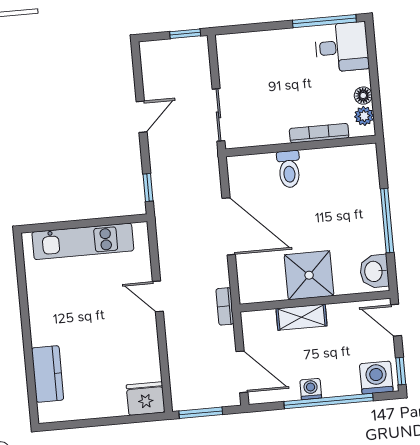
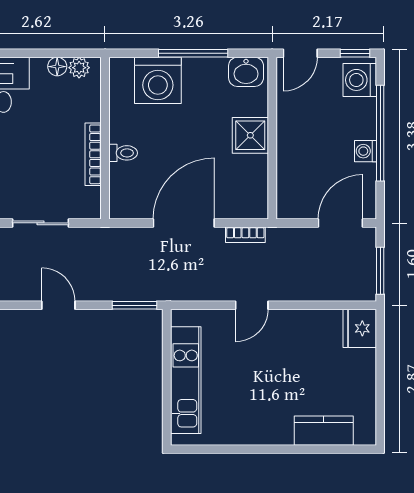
sliding door: (218, 115) -> (40, 223), moved
bookcase: (319, 133) -> (93, 154), moved
toilet: (289, 169) -> (123, 153), width x0.73, depth x0.72
window: (148, 188) -> (135, 305), width x1.50
washing machine: (359, 190) -> (158, 80), added
shower: (309, 275) -> (250, 135), width x0.73, depth x0.73
bookcase: (225, 306) -> (245, 235), moved
shelving: (301, 317) -> (288, 154), removed

